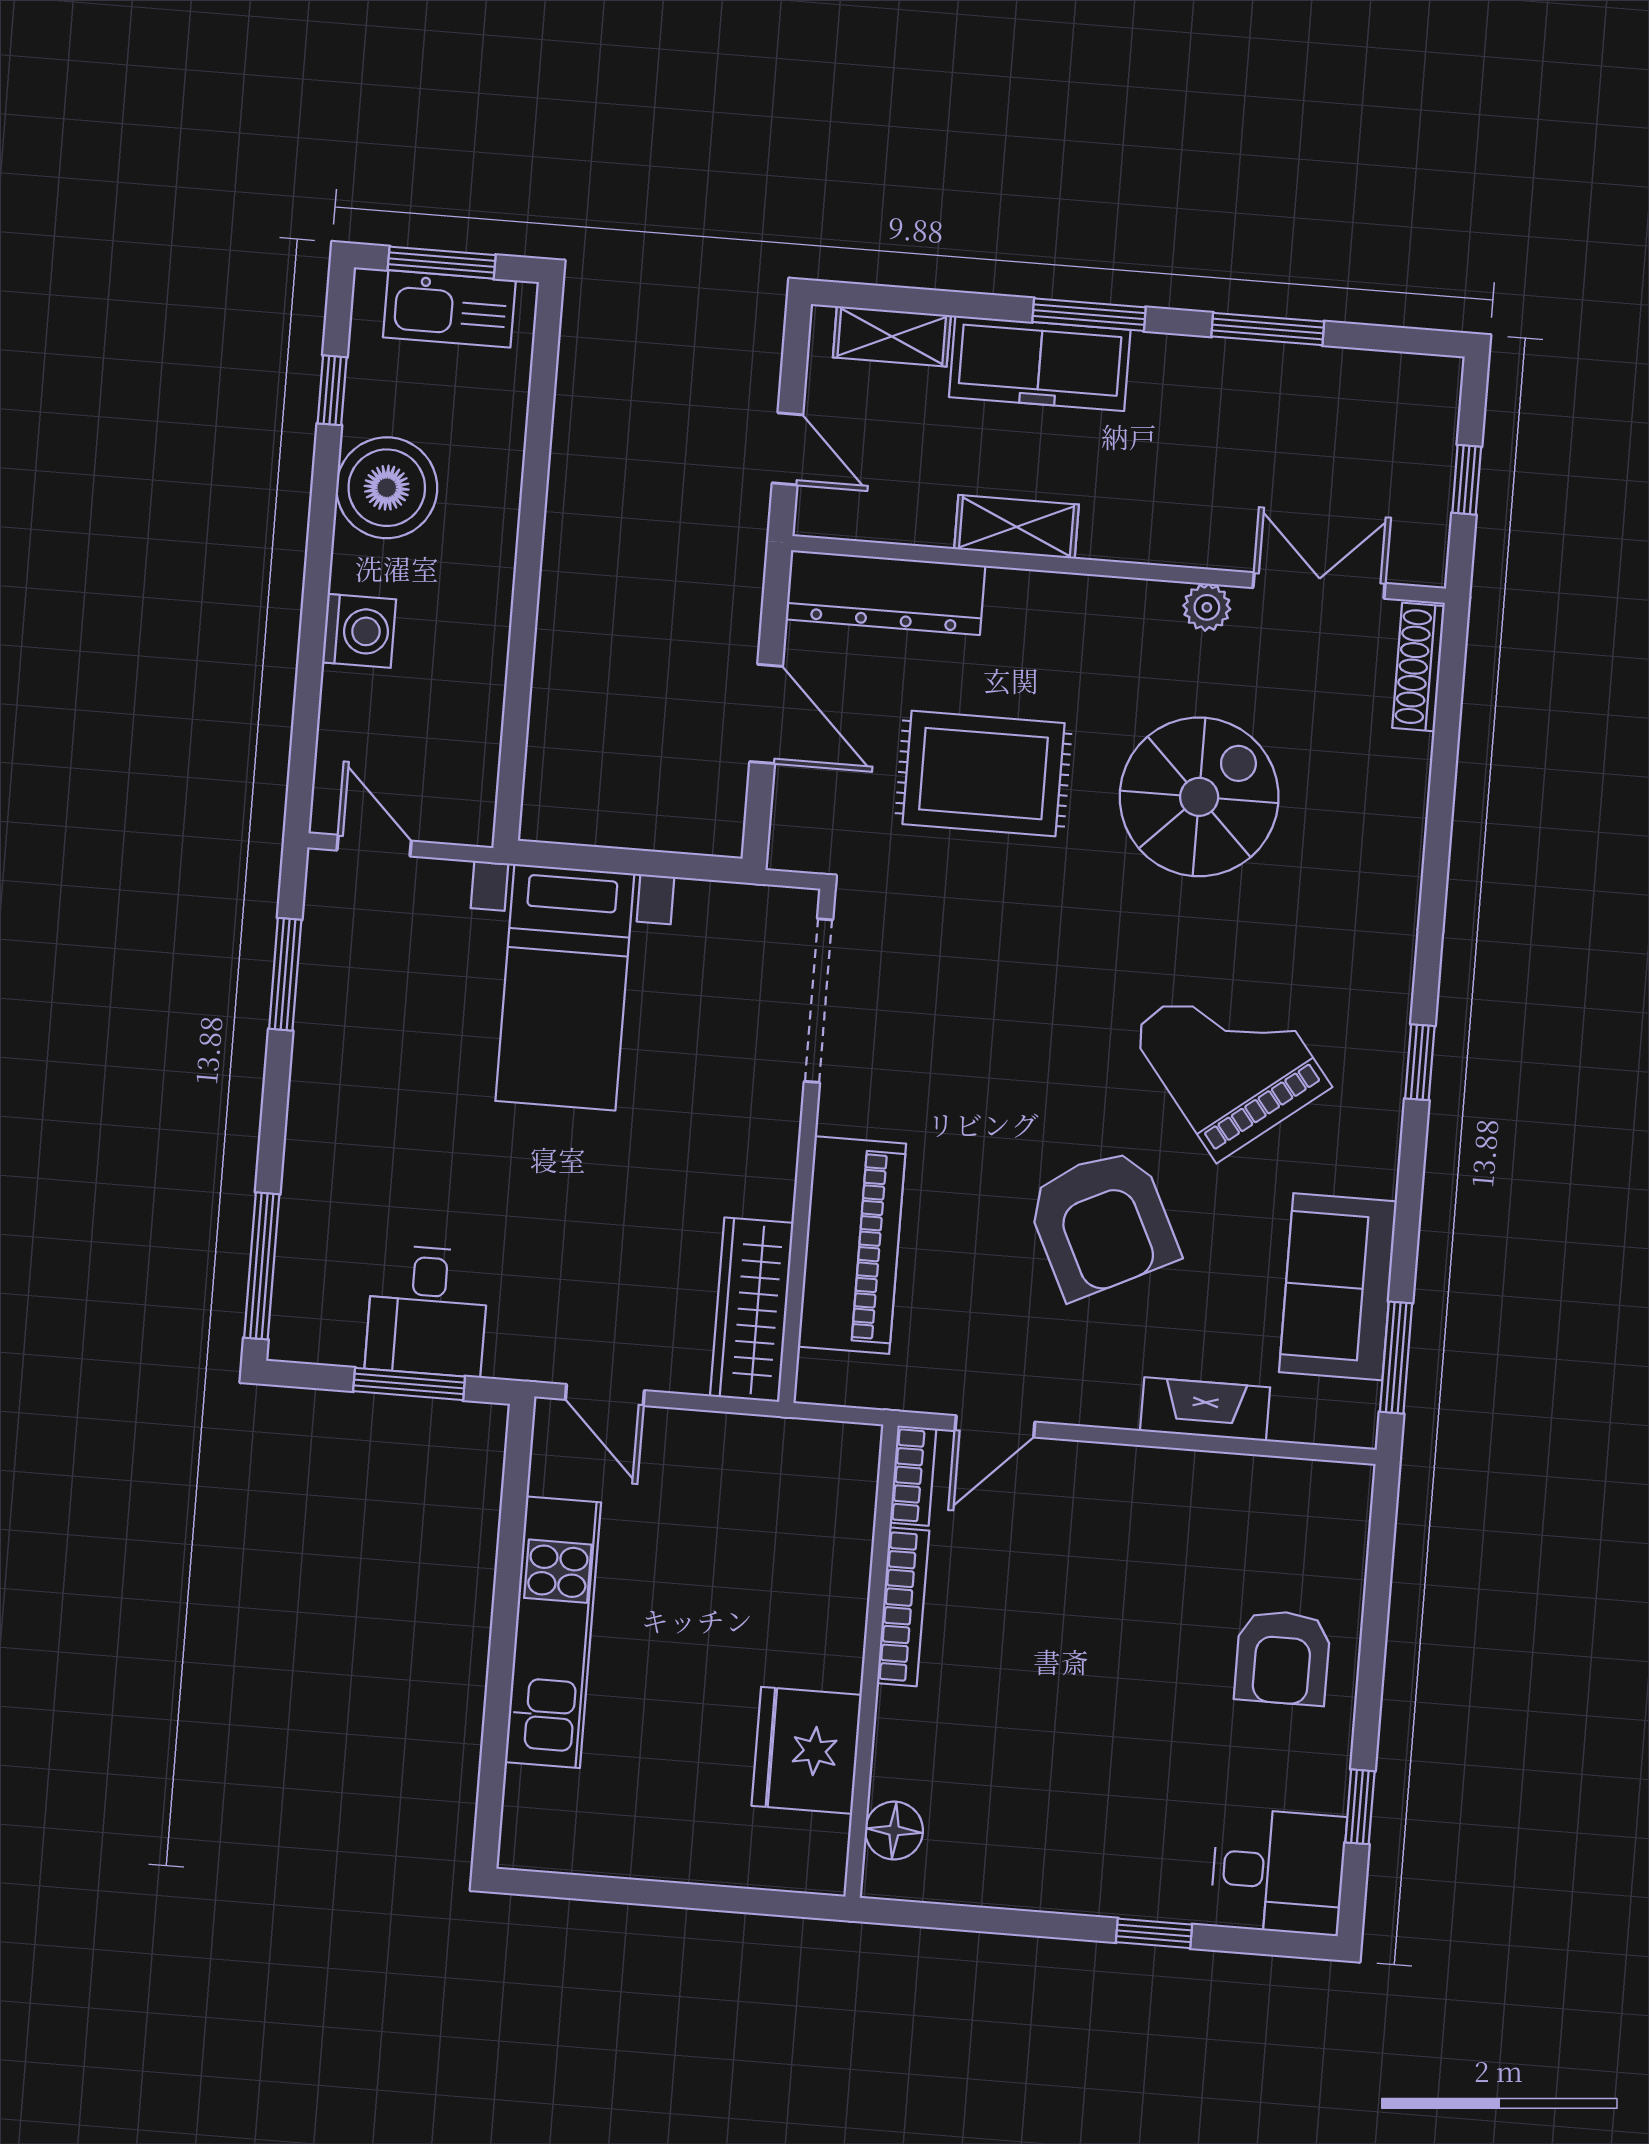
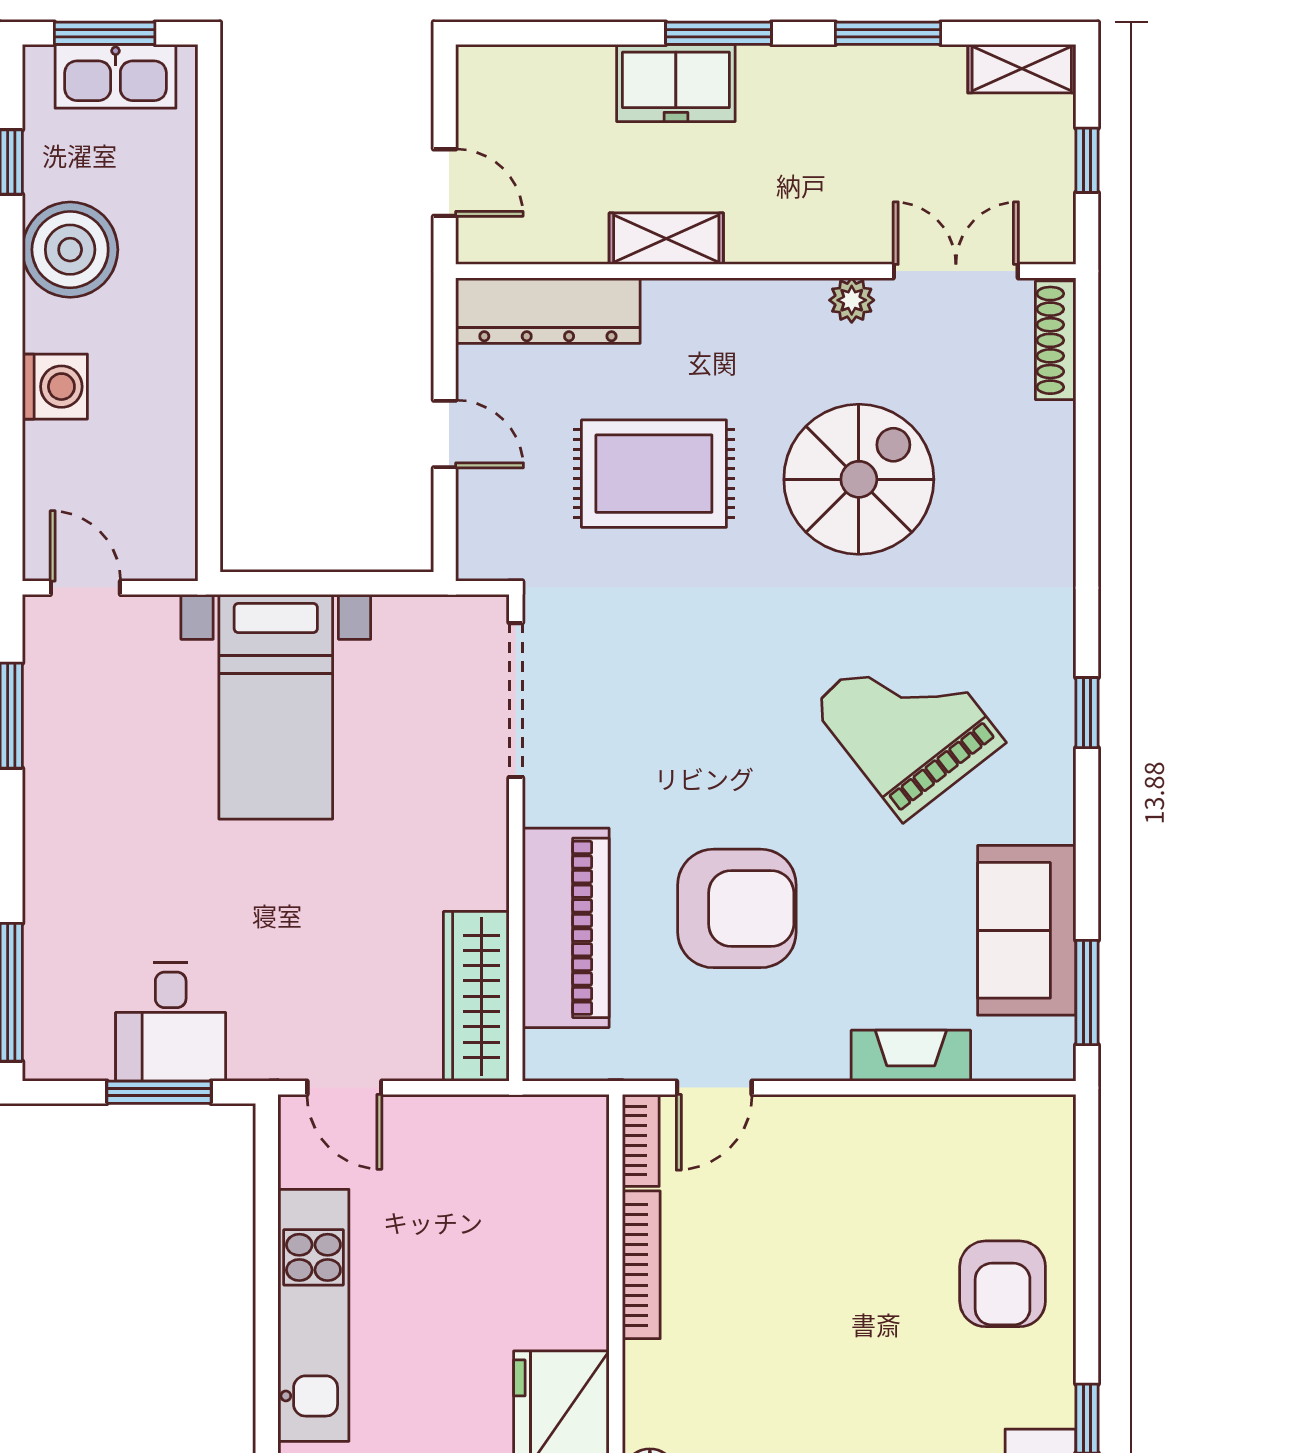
shelving: (892, 336) -> (1022, 69), moved
freezer: (1040, 363) -> (676, 83), width x0.71
door: (766, 714) -> (445, 434), width x0.73
armchair: (1102, 1223) -> (737, 908), moved, turned -64

